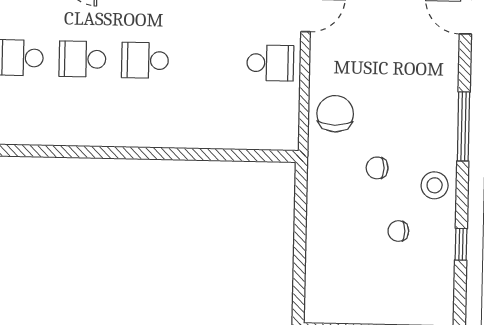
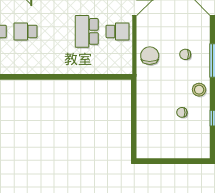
school desk: (145, 60) -> (87, 31), moved, width x1.85
chair: (377, 168) -> (185, 54), moved

